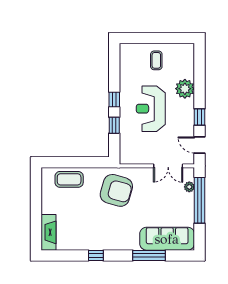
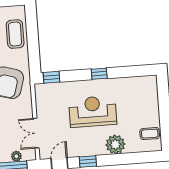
coffee table: (156, 60) -> (150, 134), moved
window: (114, 125) -> (52, 77), moved

